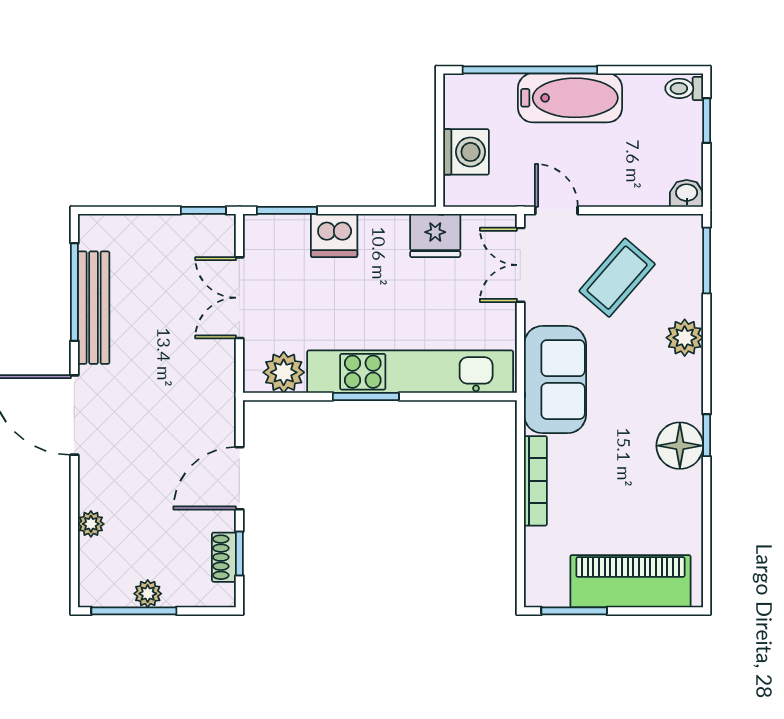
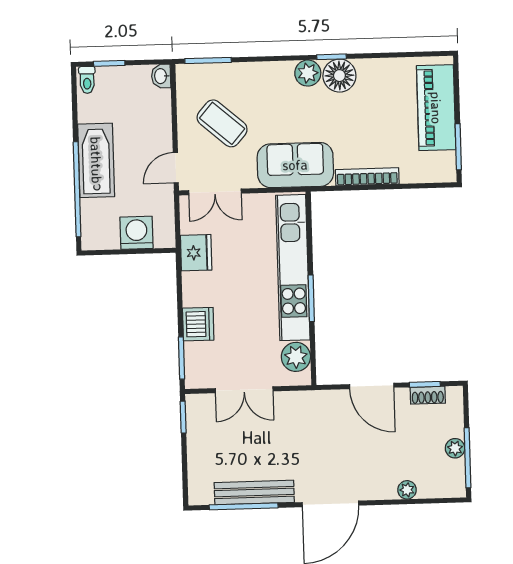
plant: (685, 338) -> (308, 73), moved

